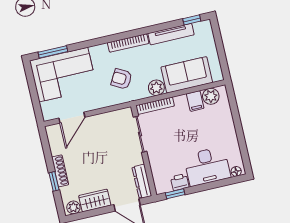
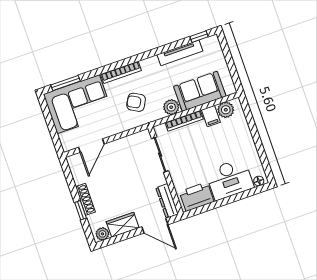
bookcase: (128, 43) -> (121, 72), moved
bookcase: (155, 106) -> (184, 121), moved
printer: (180, 182) -> (197, 197), width x1.87, depth x1.48
window: (175, 194) -> (201, 210), removed

